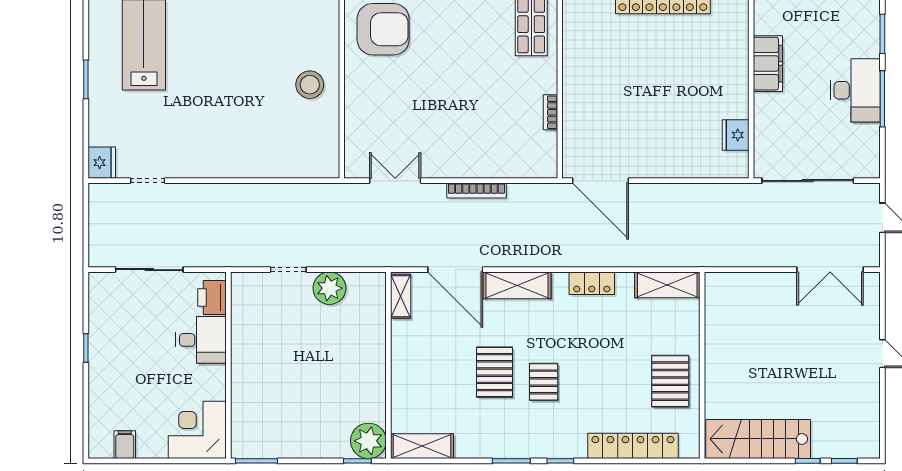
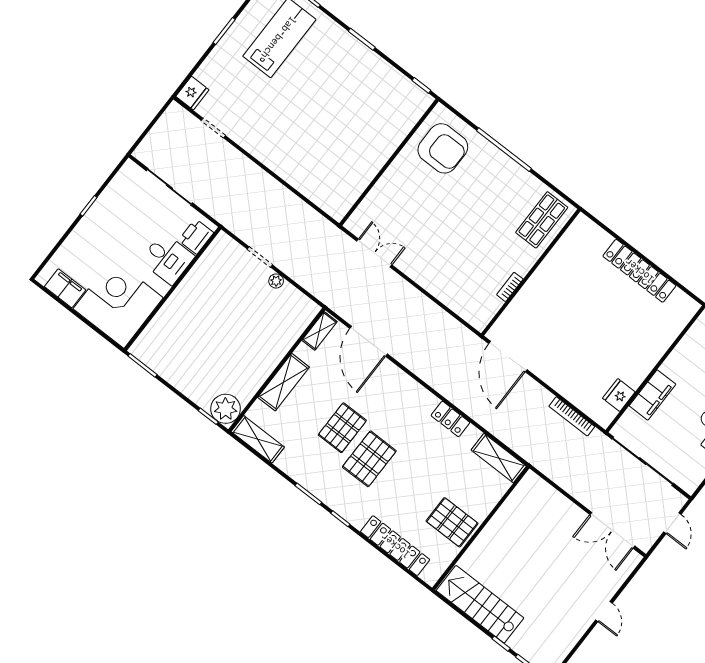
filing cabinet: (768, 64) -> (652, 395), moved
stool: (310, 85) -> (367, 147), removed
bookcase: (476, 190) -> (572, 416), moved
shelving: (517, 285) -> (283, 382), moved, turned 90
plant: (329, 288) -> (276, 281), width x0.53, depth x0.53
pallet: (670, 381) -> (452, 522), turned 90
pallet: (544, 382) -> (369, 459), width x1.50, depth x1.42
corner desk: (197, 430) -> (118, 303), width x1.36, depth x1.36
filing cabinet: (125, 445) -> (65, 288), width x2.00

